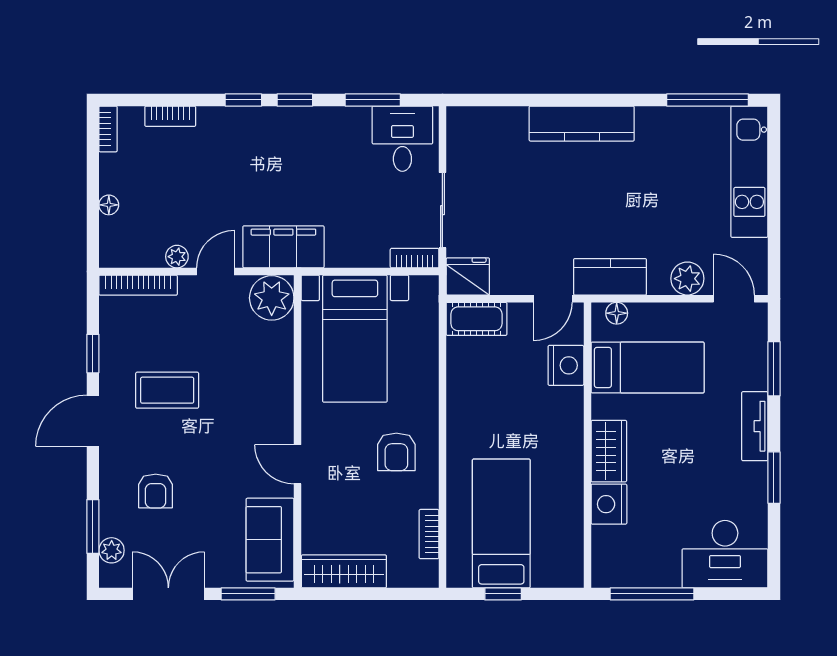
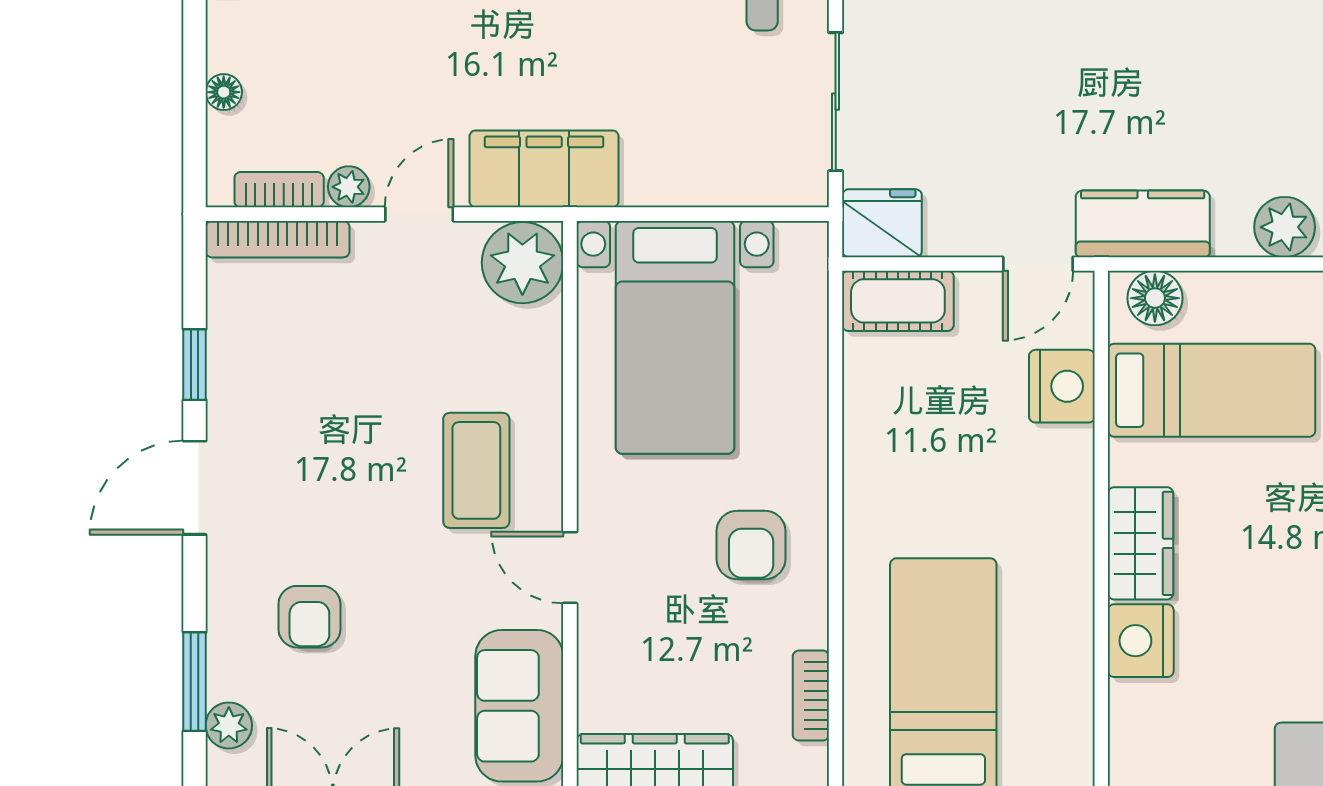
bookcase: (415, 258) -> (279, 190), moved
floor lamp: (617, 313) -> (1155, 298), width x1.37, depth x1.37
coffee table: (167, 390) -> (476, 470), moved, turned 90

